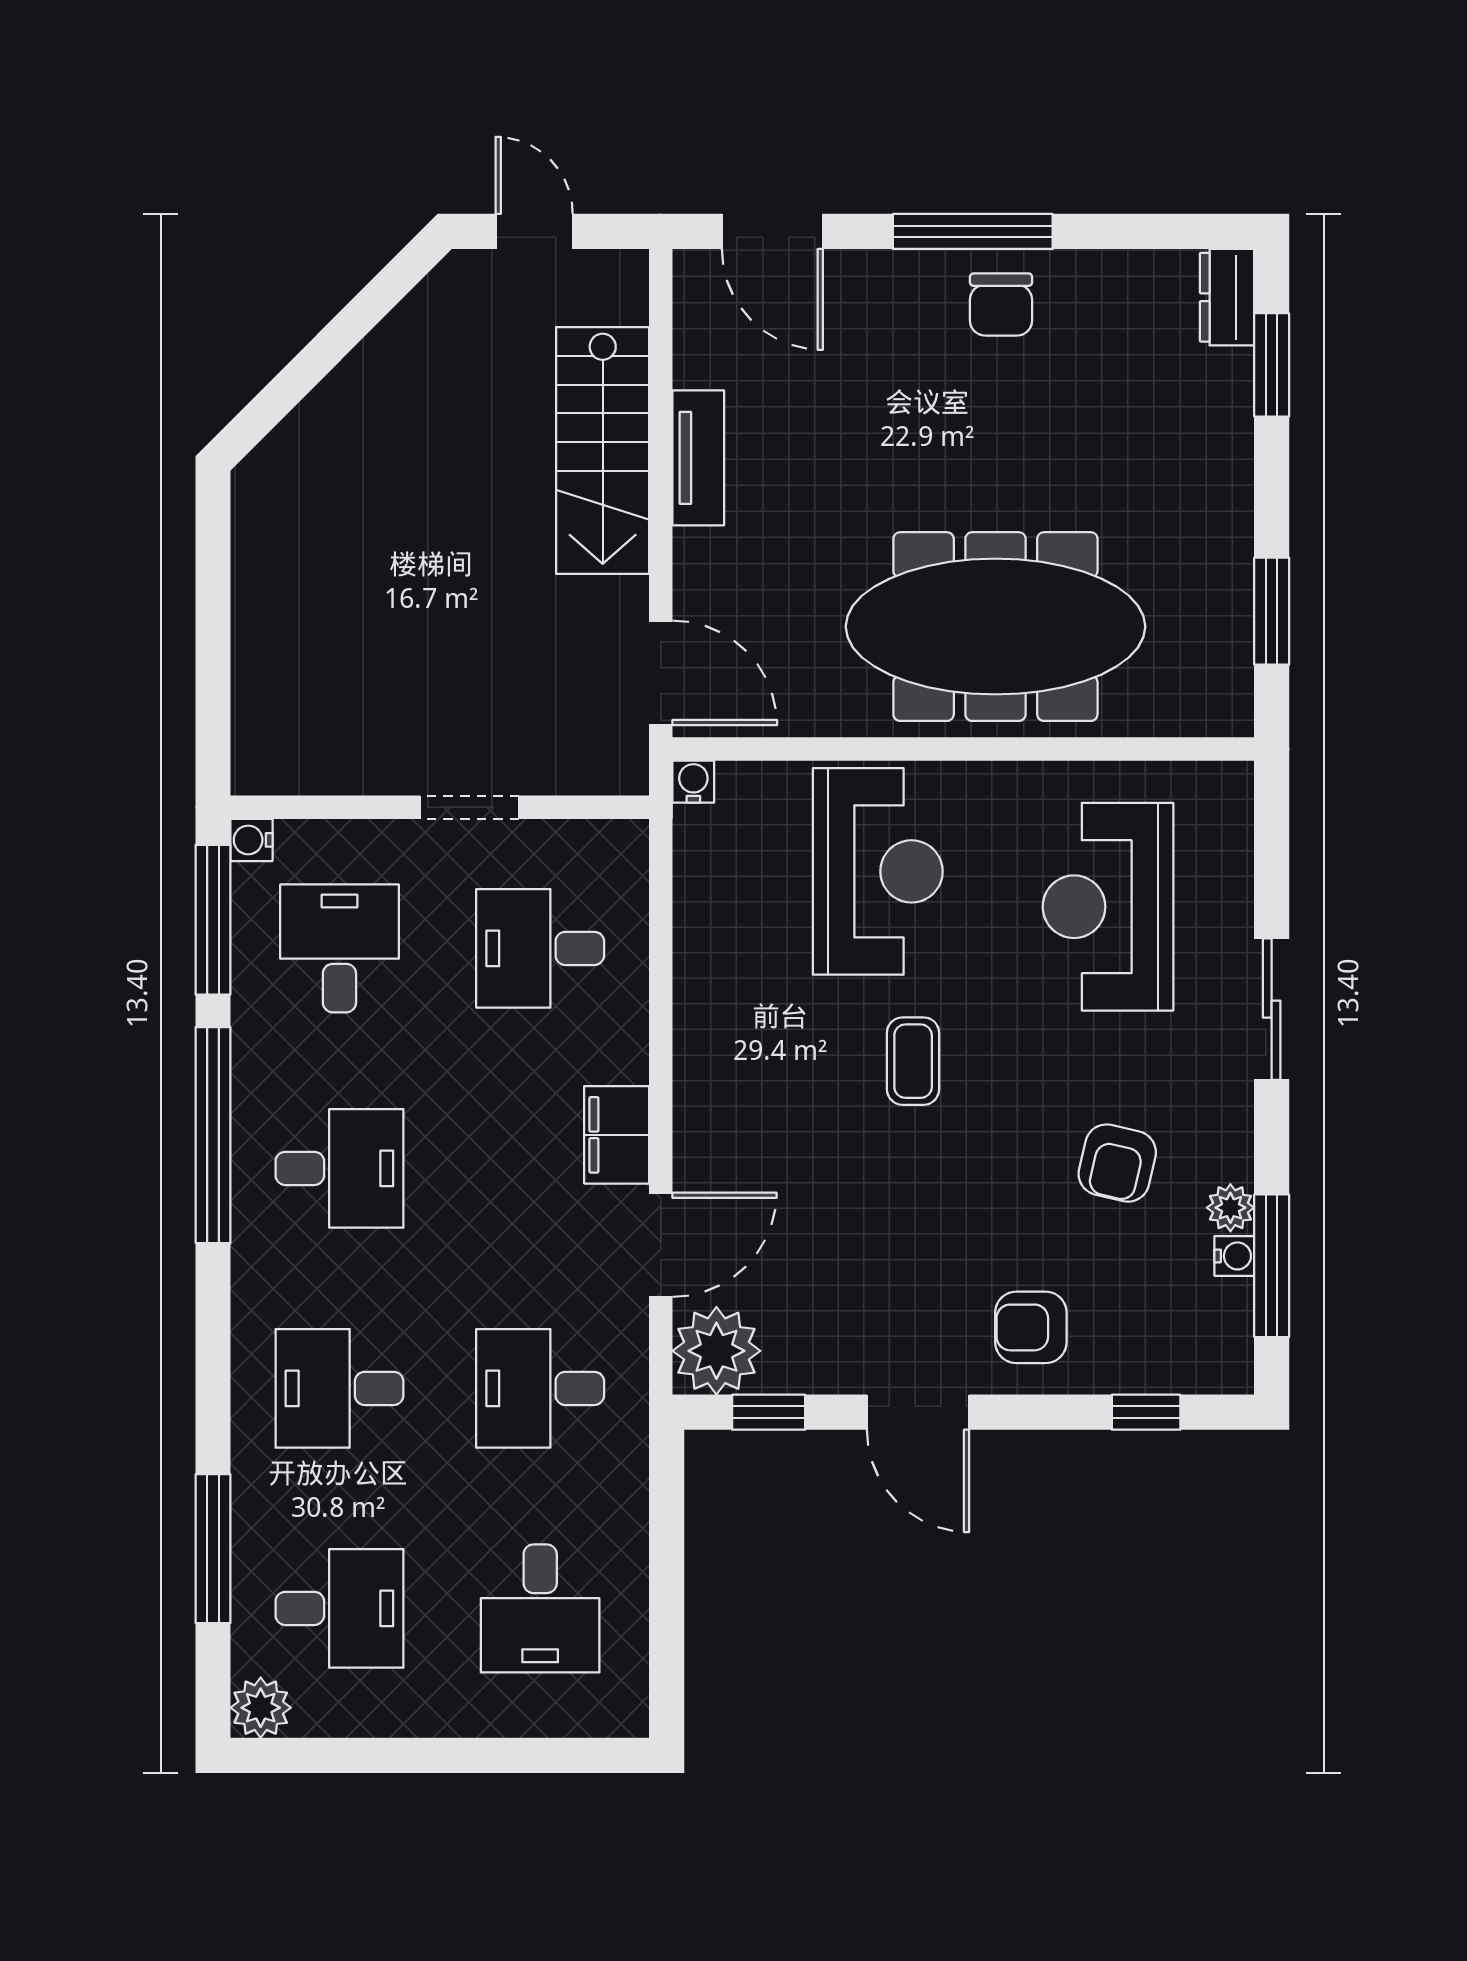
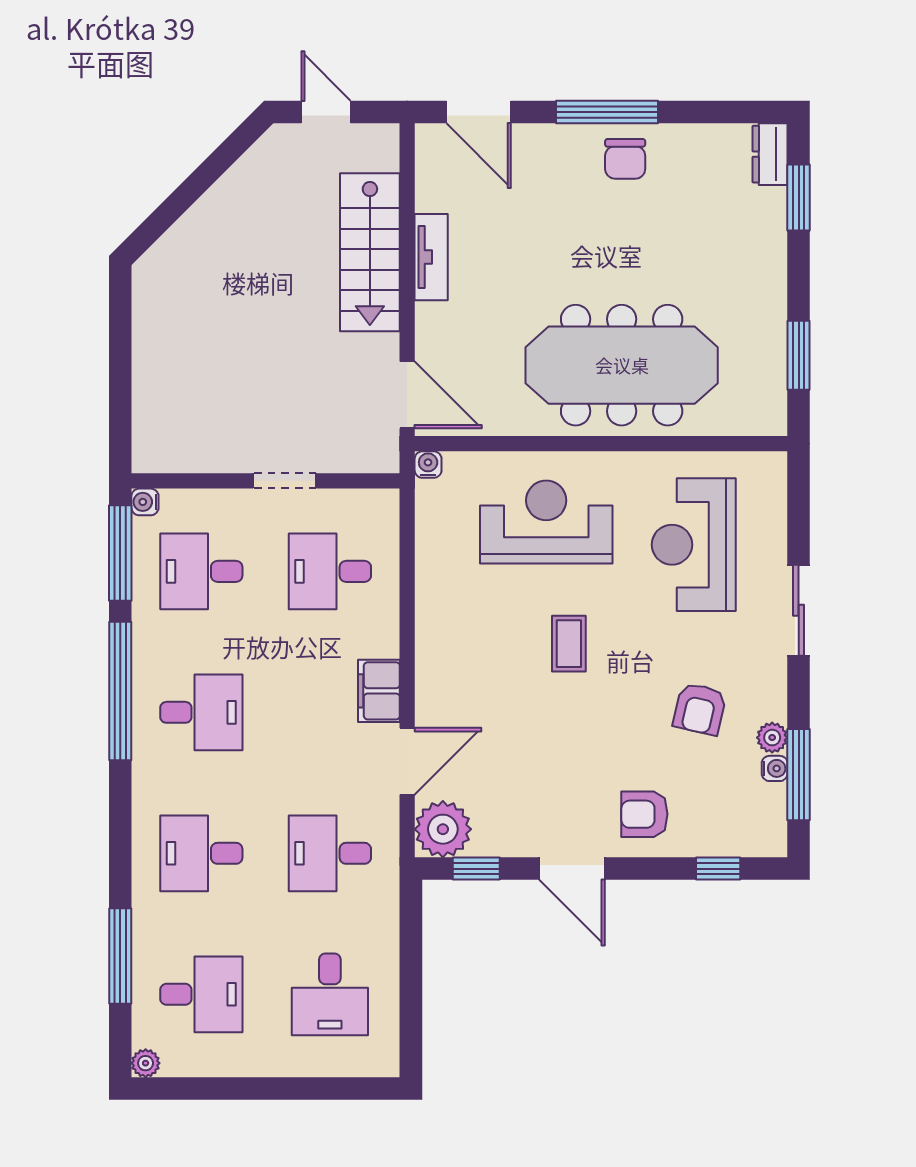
reception desk: (878, 871) -> (546, 522), turned -90
desk: (339, 948) -> (201, 571), turned -90
plant: (261, 1708) -> (146, 1063), width x0.73, depth x0.73

